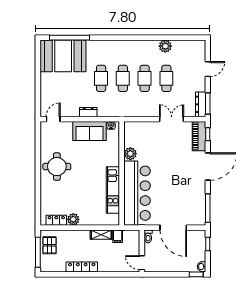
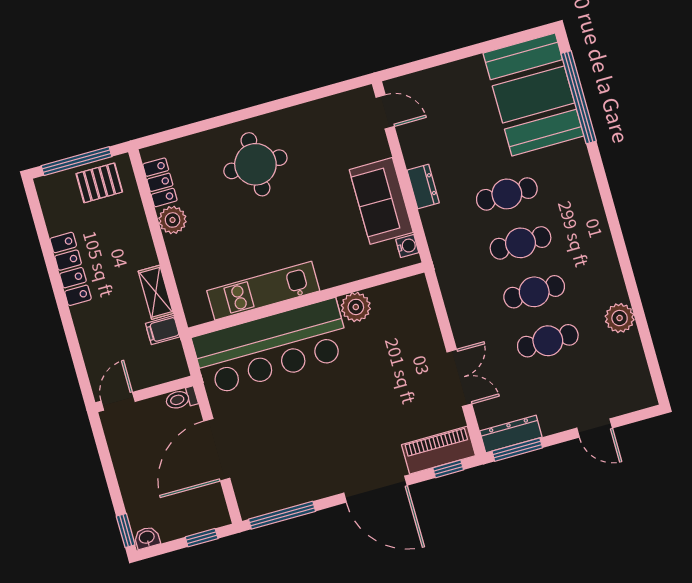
round table: (57, 167) -> (255, 164), moved

